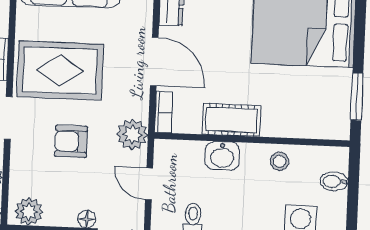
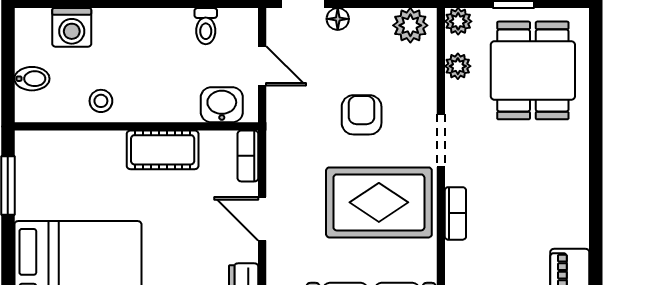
door: (154, 61) -> (262, 219), width x0.73
plant: (132, 135) -> (286, 127), removed
armchair: (71, 141) -> (362, 115), turned -90
washbasin: (222, 156) -> (222, 105), moved

